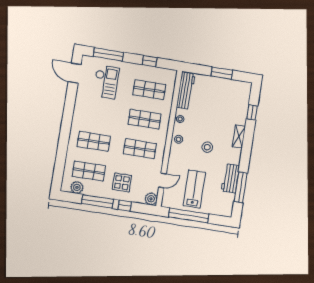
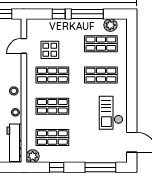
checkout: (106, 82) -> (111, 113), moved
display table: (122, 183) -> (50, 50), moved
plant: (151, 199) -> (33, 156), moved

